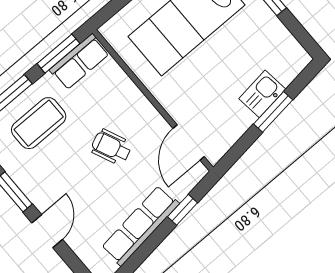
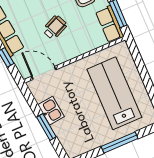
kitchen sink: (262, 94) -> (51, 111), moved

